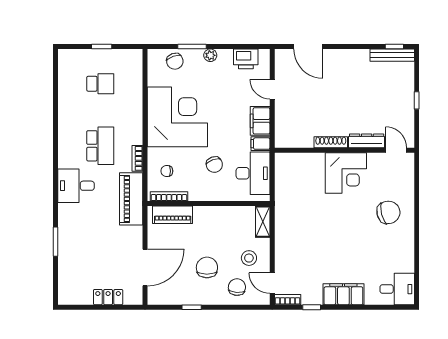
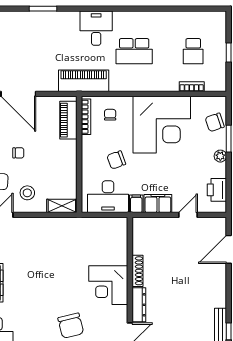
bookcase: (137, 158) -> (192, 87), moved
chair: (207, 267) -> (18, 153), width x0.54, depth x0.54

